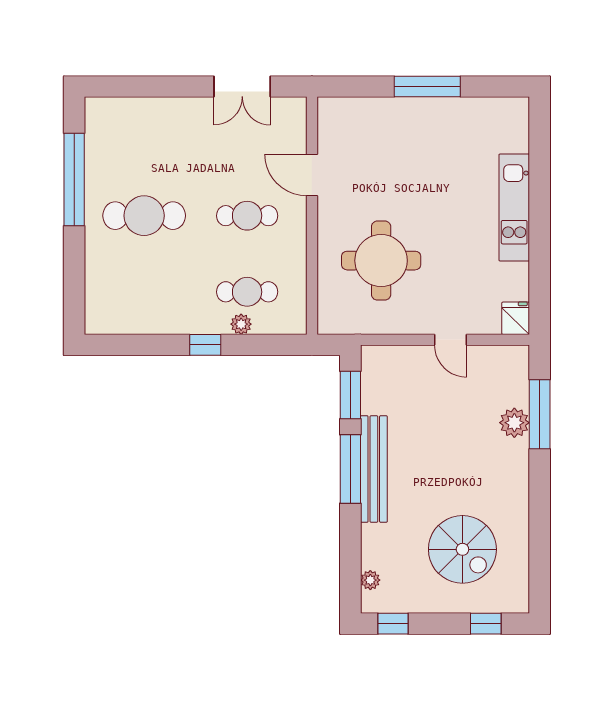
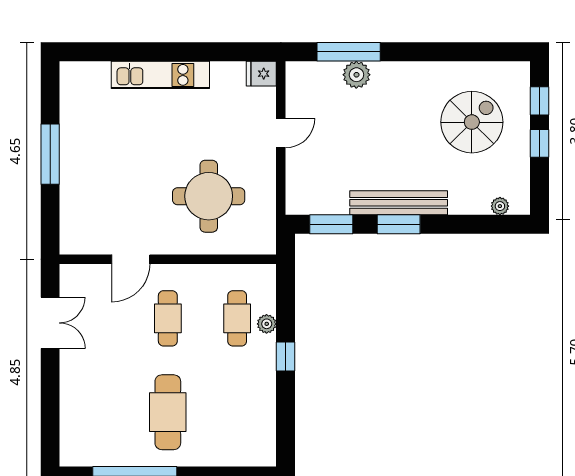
window: (350, 469) -> (399, 224), width x0.69
window: (393, 624) -> (540, 143), moved

